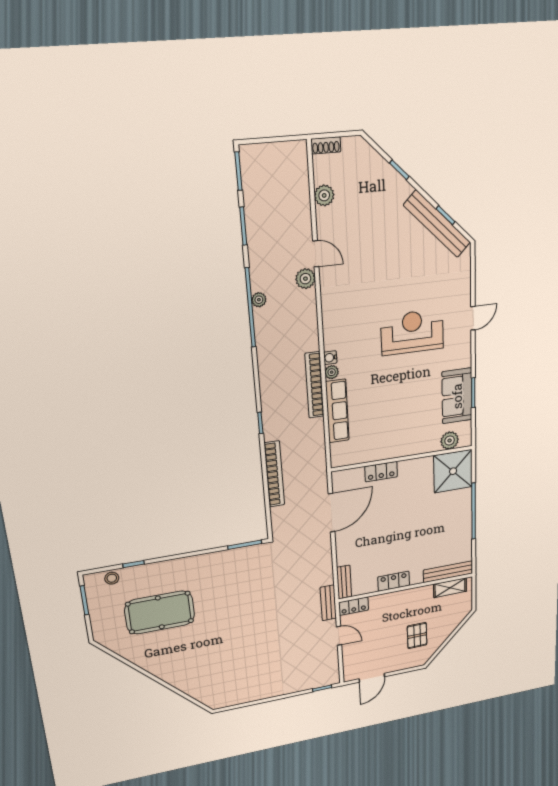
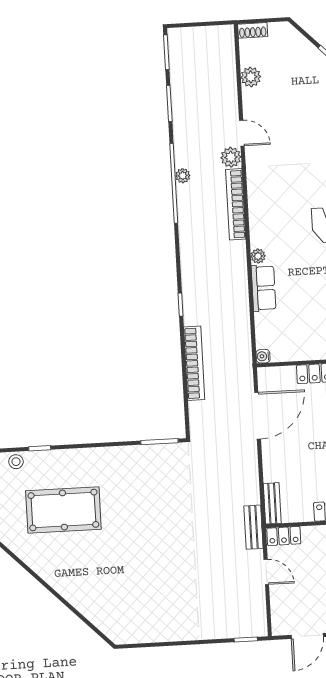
water cooler: (330, 358) -> (263, 356), moved
bookcase: (314, 385) -> (236, 204), moved
row of seats: (337, 411) -> (264, 288), width x0.68

